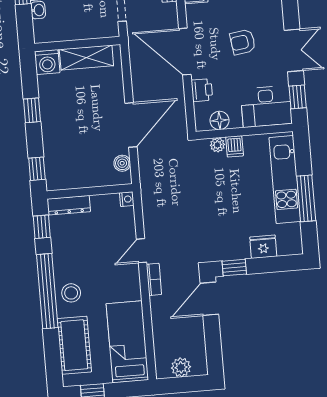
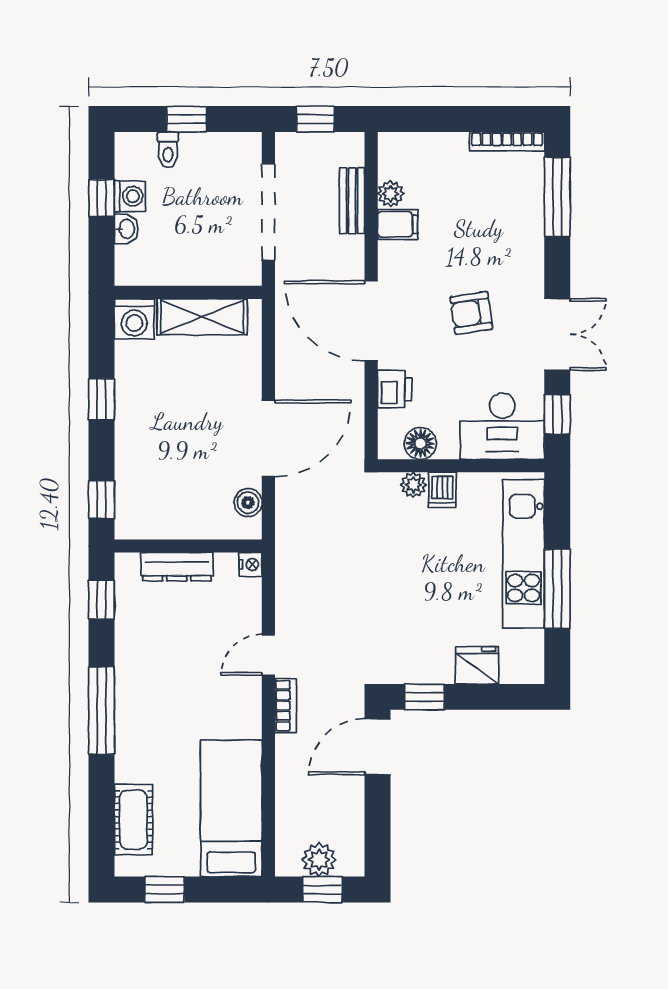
dresser: (69, 205) -> (177, 567), moved
window: (47, 291) -> (101, 710), width x0.68
stool: (71, 293) -> (142, 717), removed
cot: (74, 345) -> (133, 820), width x0.73, depth x0.75
window: (184, 384) -> (322, 890), added

